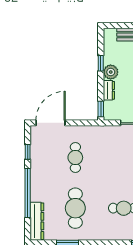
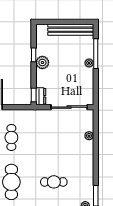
dresser: (109, 90) -> (41, 96), moved

